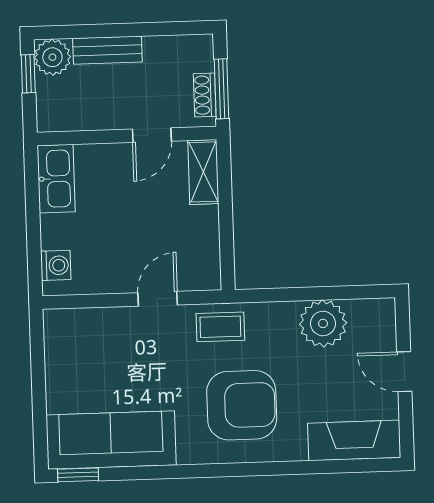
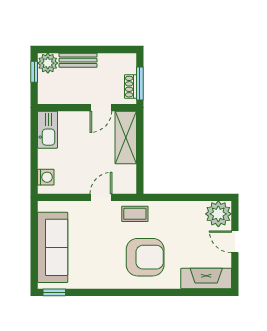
shelving: (203, 172) -> (126, 137), width x1.50, depth x1.33
plant: (323, 323) -> (218, 214), moved
sofa: (111, 440) -> (53, 247), moved, turned 90

